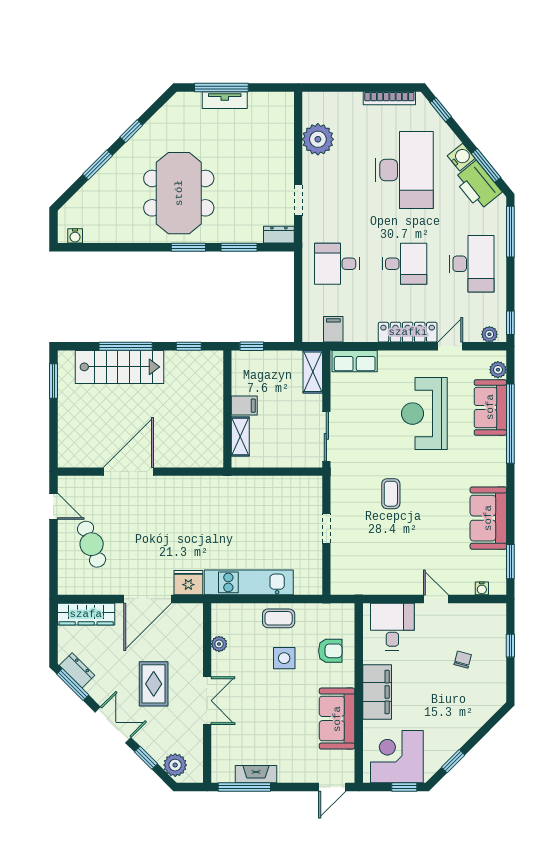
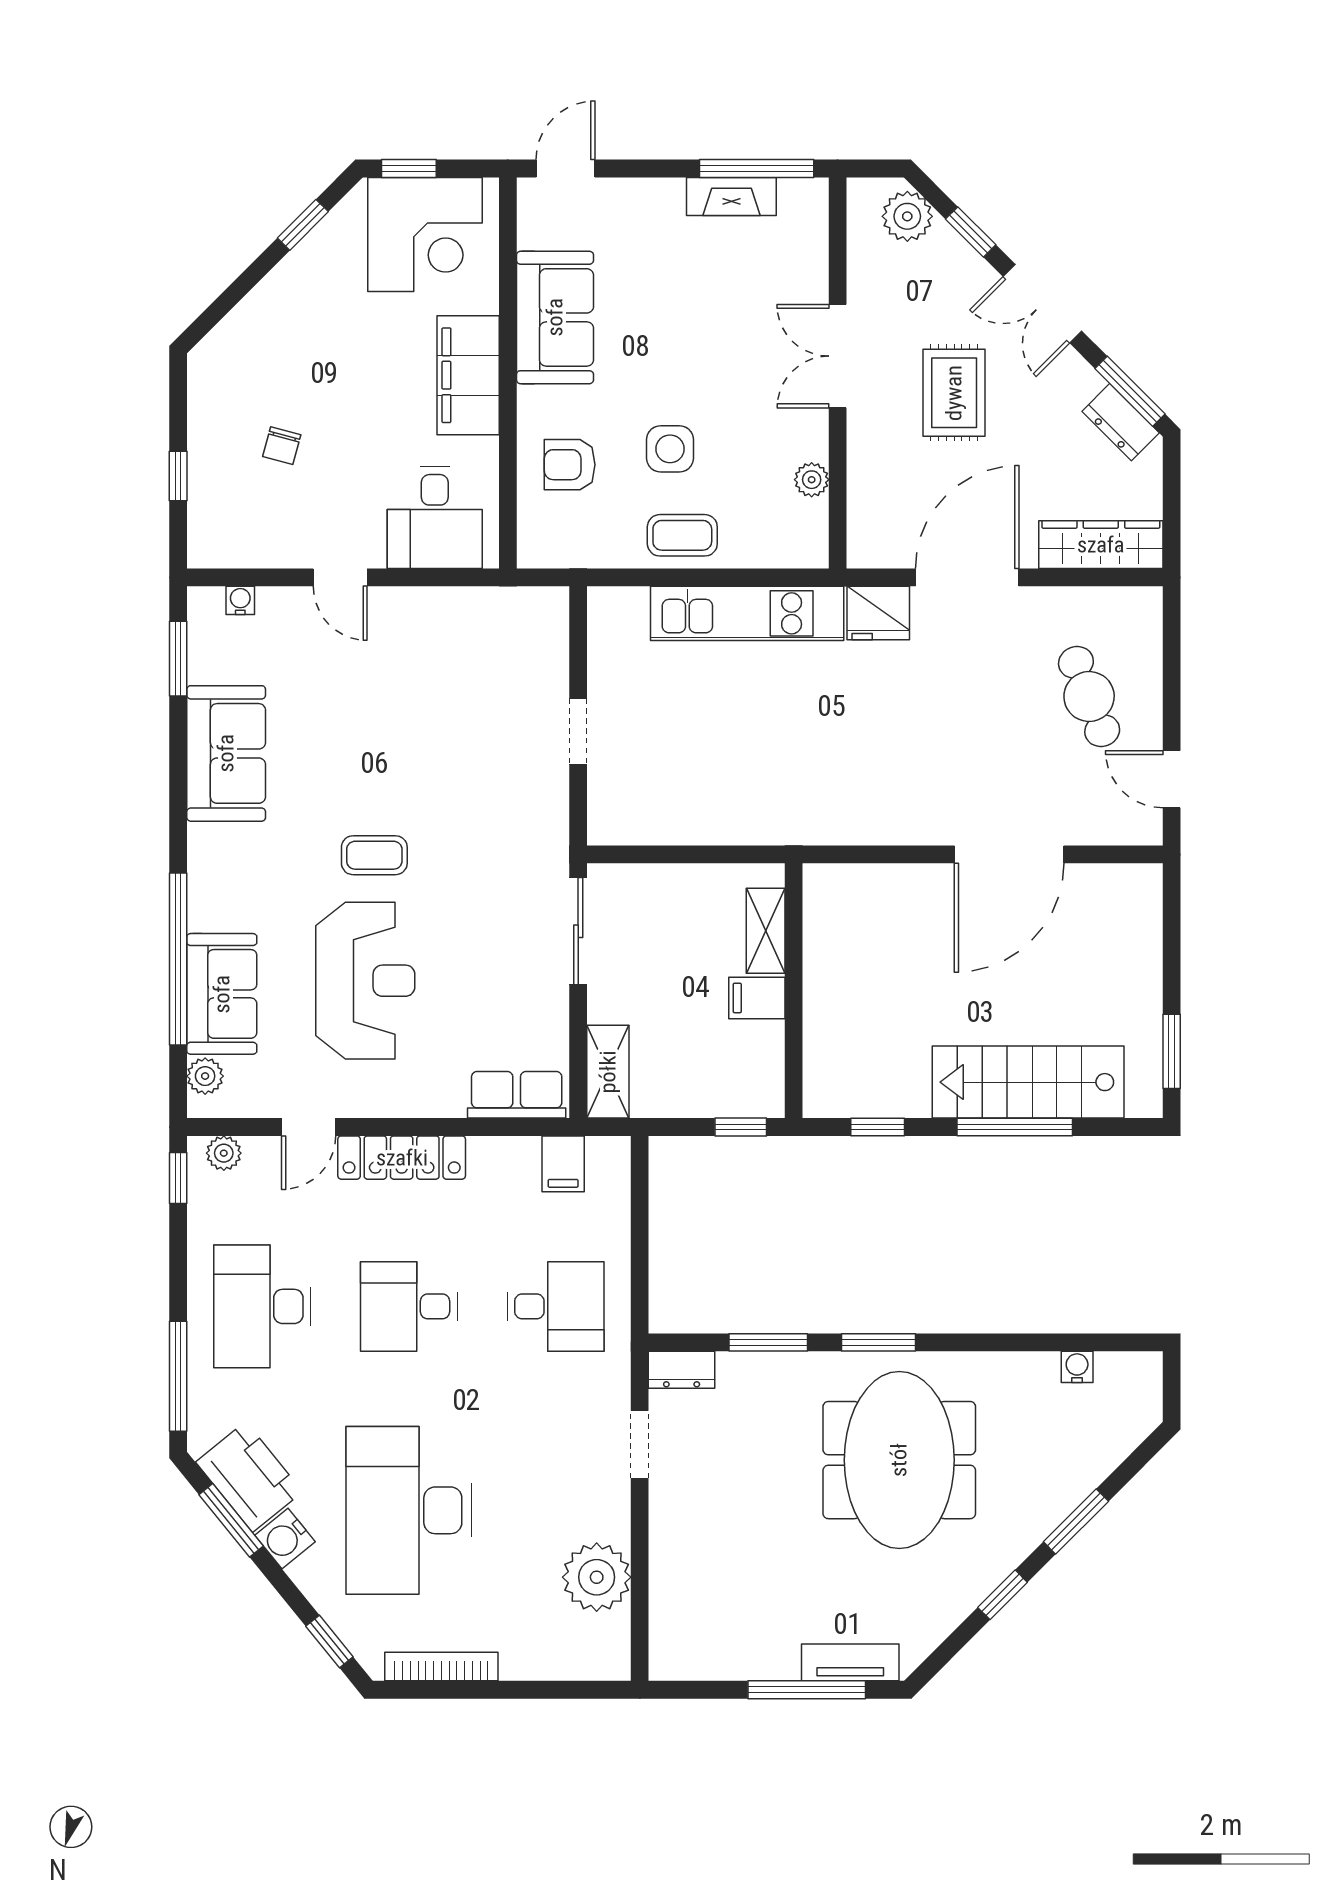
tv unit: (225, 100) -> (850, 1662), moved
water cooler: (75, 236) -> (1077, 1367), moved
coffee table: (391, 494) -> (374, 855), moved, turned 90

